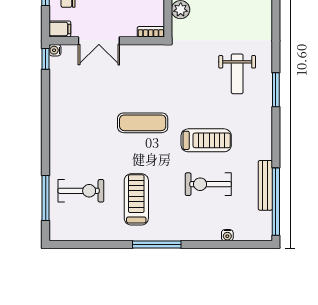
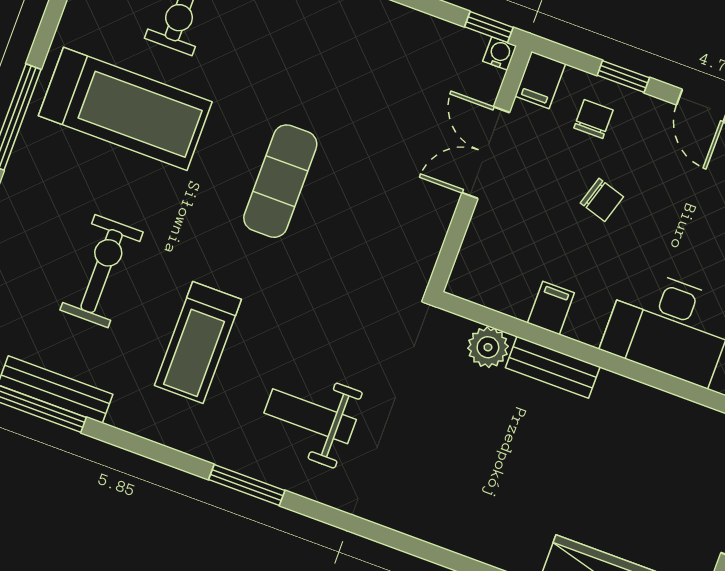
bookcase: (151, 32) -> (464, 268), removed
treadmill: (206, 140) -> (198, 342), moved
treadmill: (136, 199) -> (125, 109), width x1.37, depth x1.38

